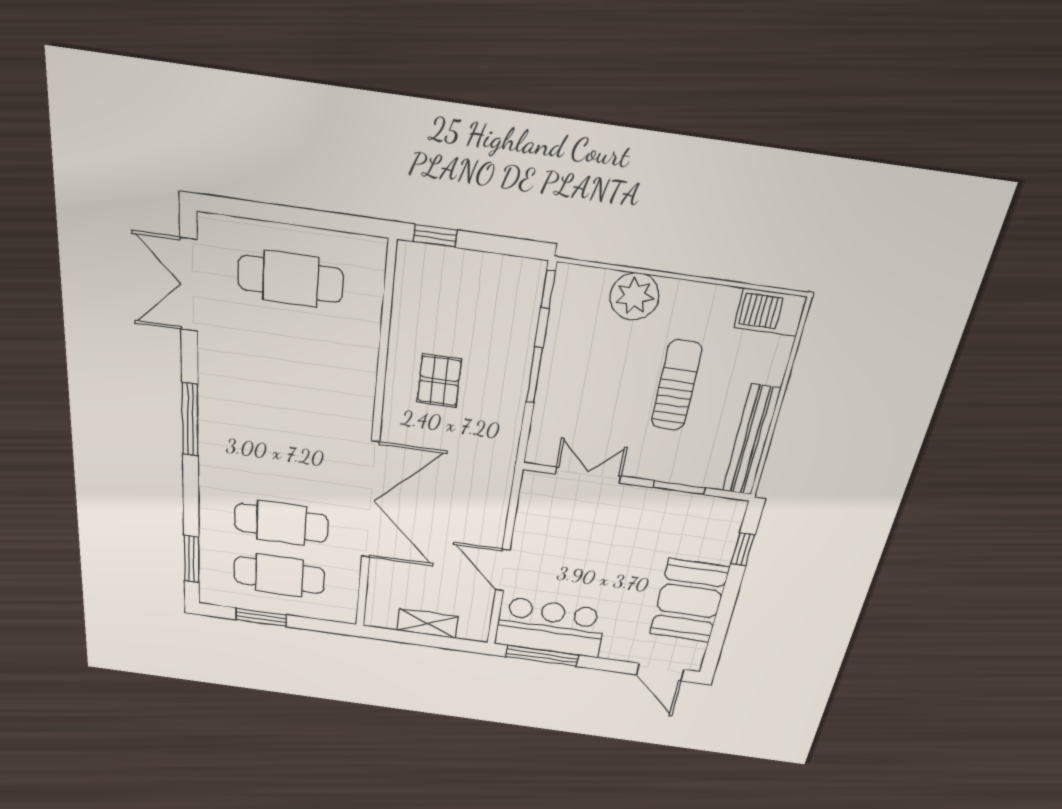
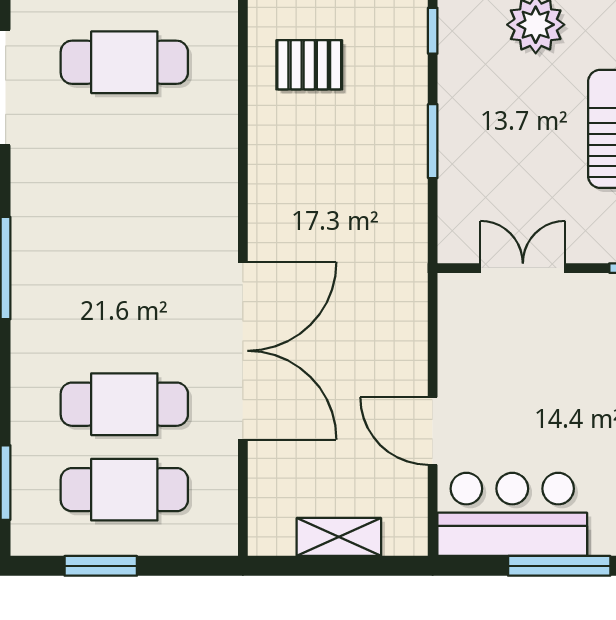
pallet: (439, 381) -> (309, 65), moved, turned 90
window: (542, 656) -> (559, 566), moved

